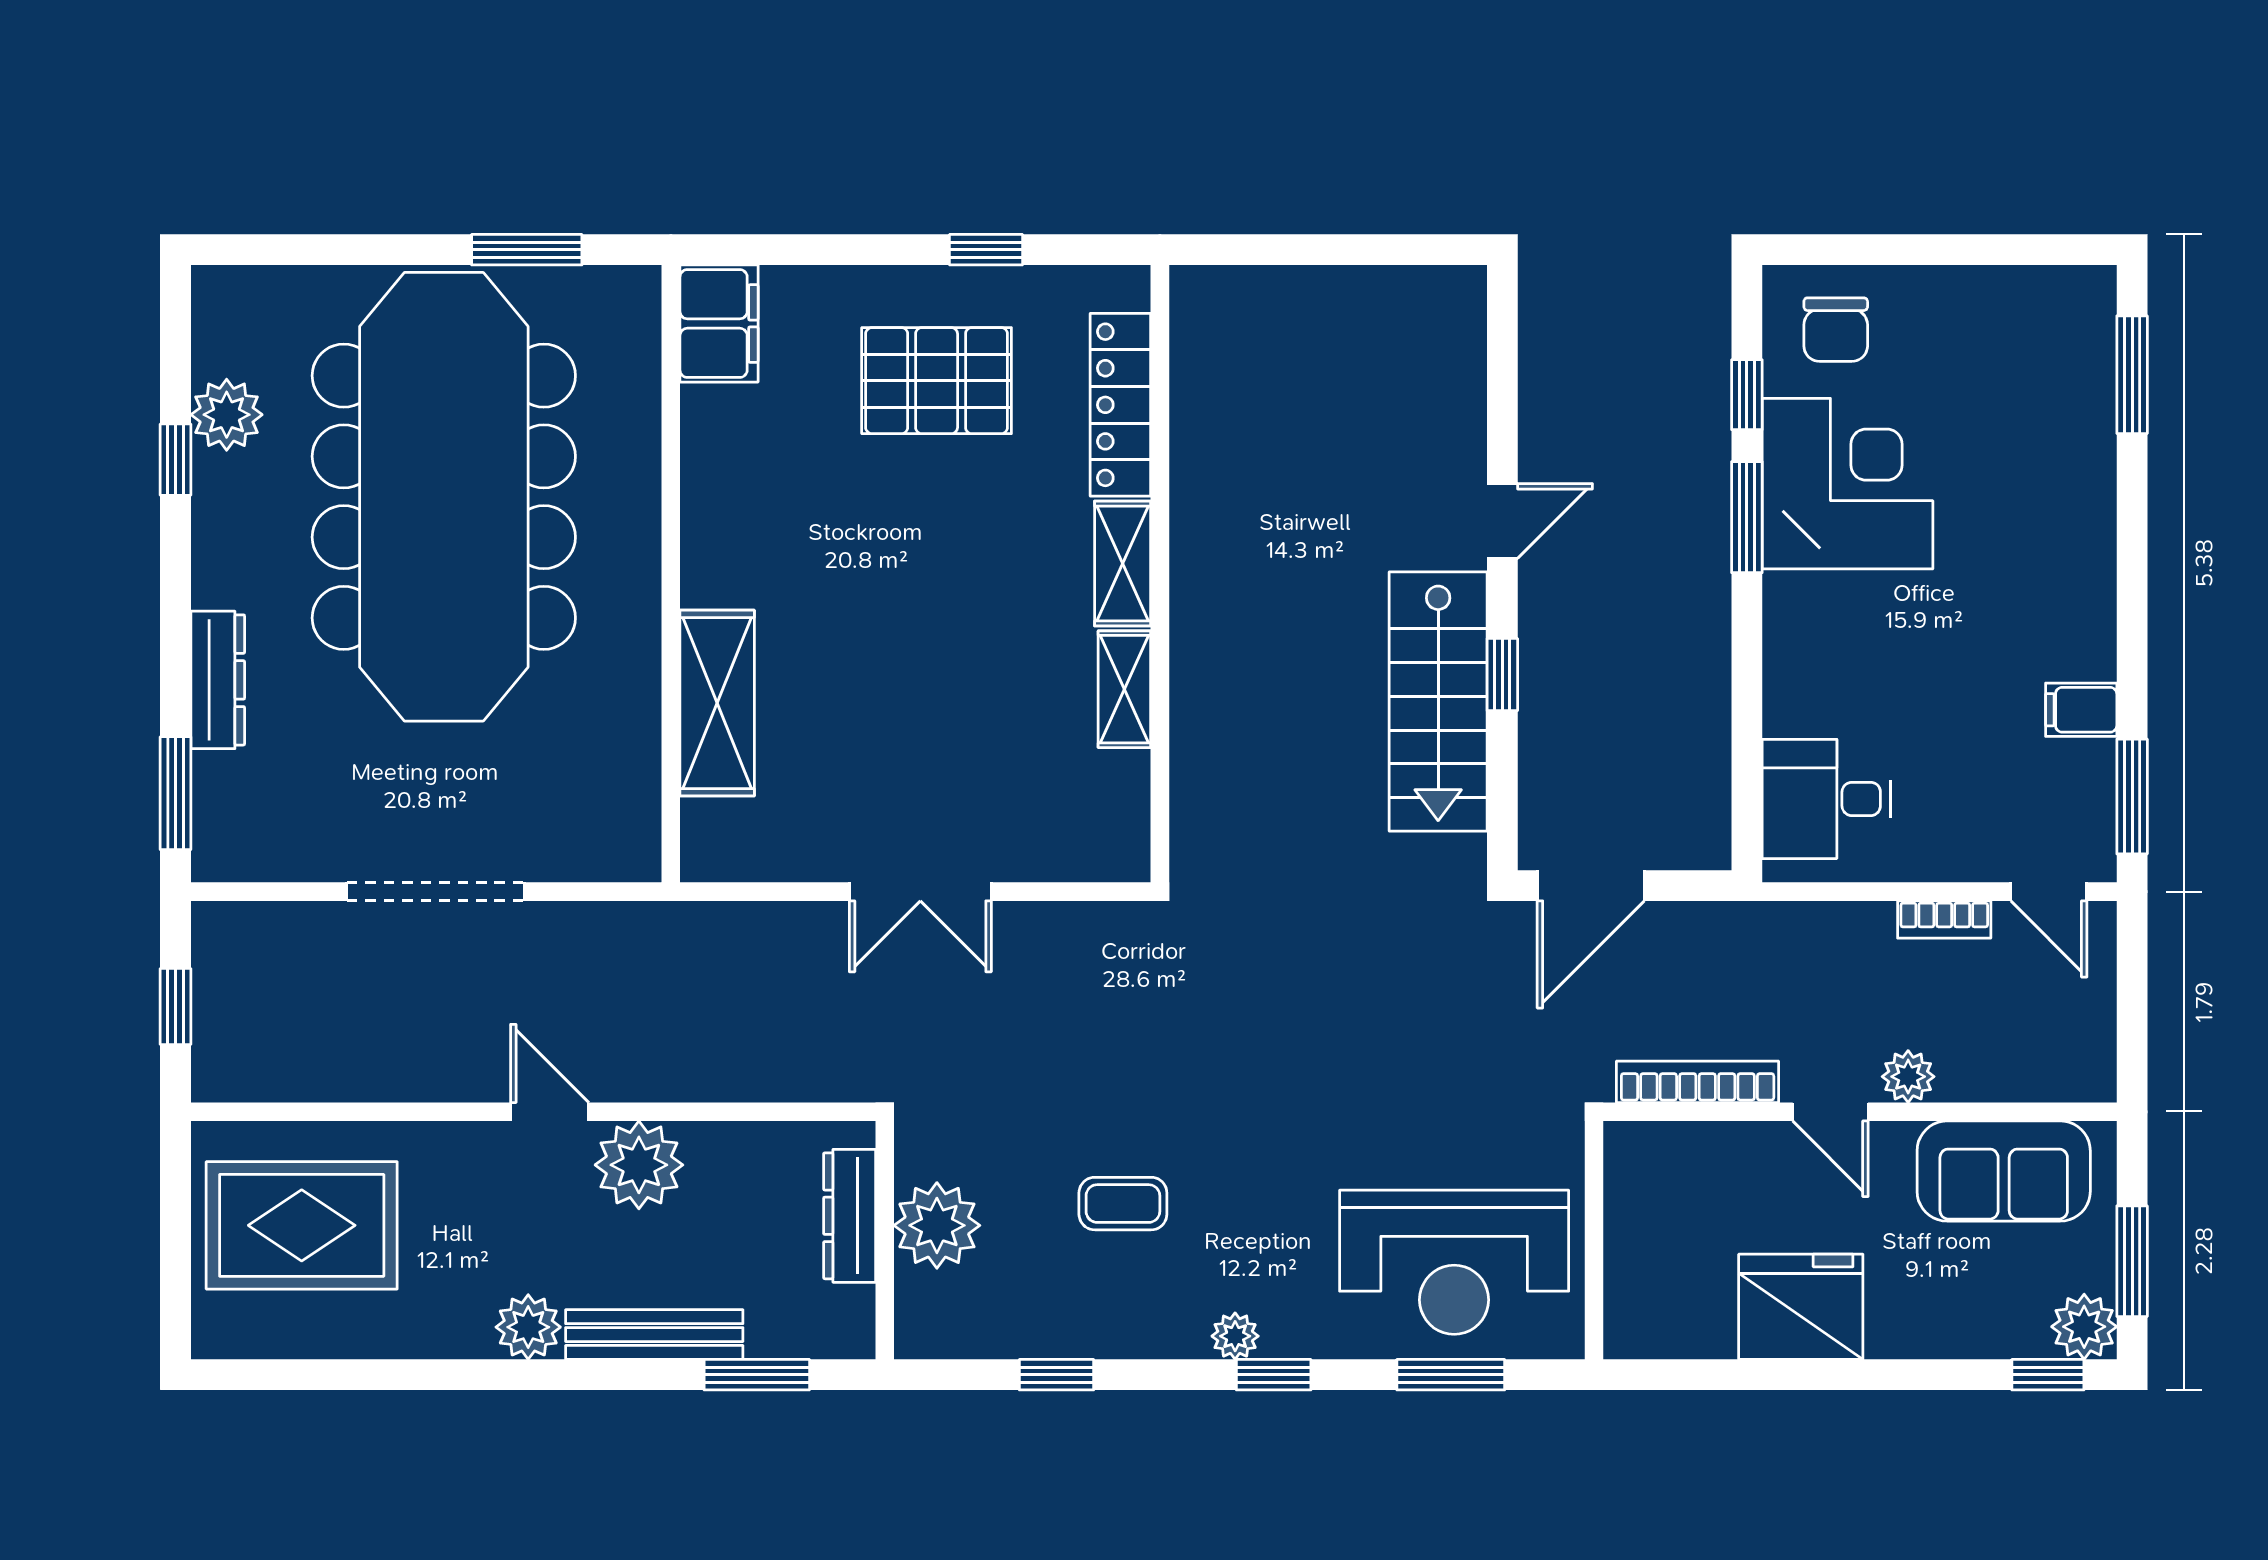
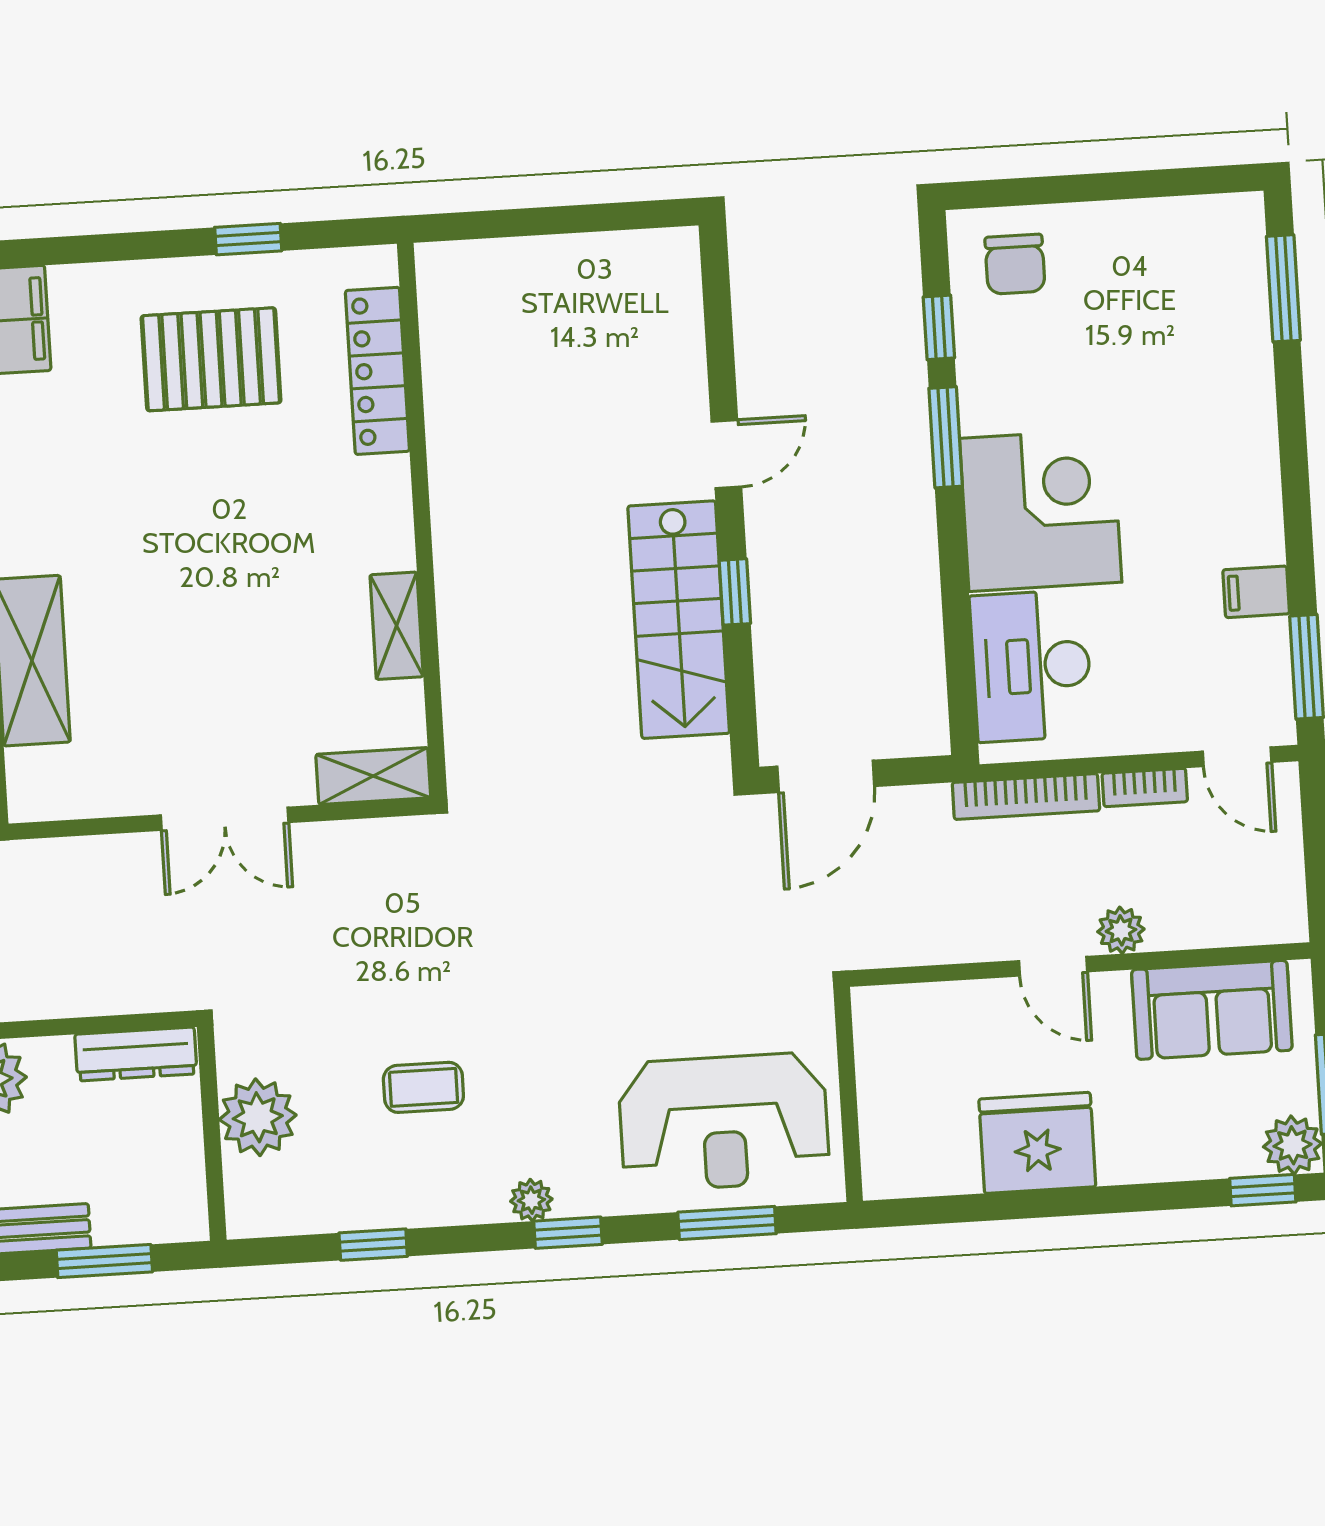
corner desk: (1847, 484) -> (1041, 510), moved
shelving: (1123, 564) -> (373, 776), moved, turned 90
desk: (1826, 799) -> (1031, 666), width x1.37
bookcase: (1698, 1082) -> (1026, 797), moved, turned 180
dresser: (850, 1216) -> (136, 1054), moved, turned -90

